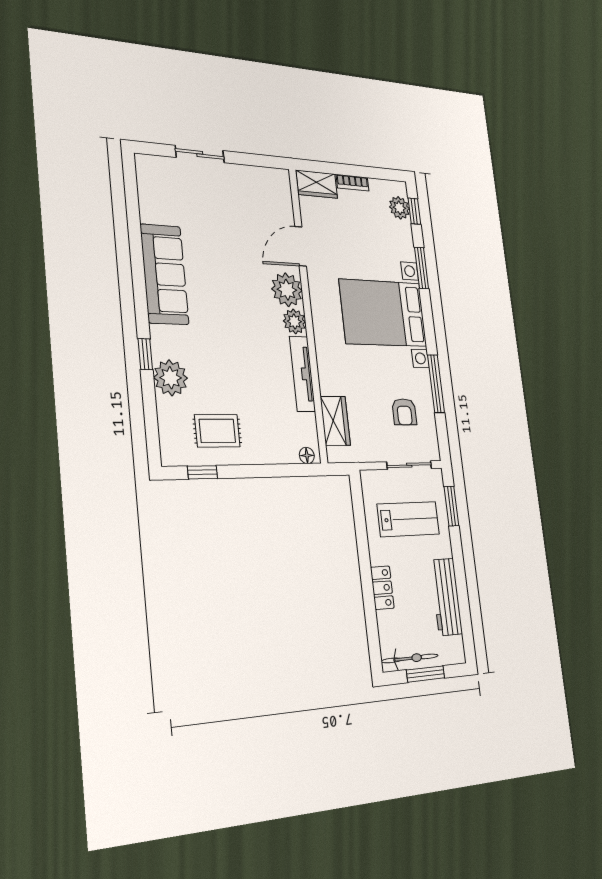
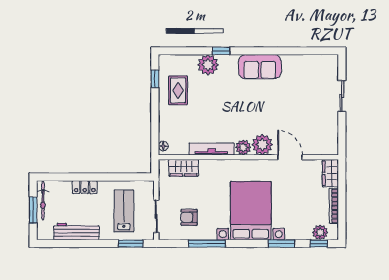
bookcase: (353, 183) -> (334, 206), width x1.56
sofa: (164, 274) -> (260, 67), width x0.73
lab bench: (408, 519) -> (124, 211), turned 180

